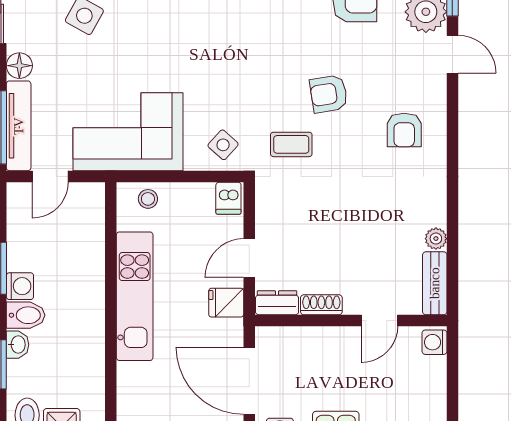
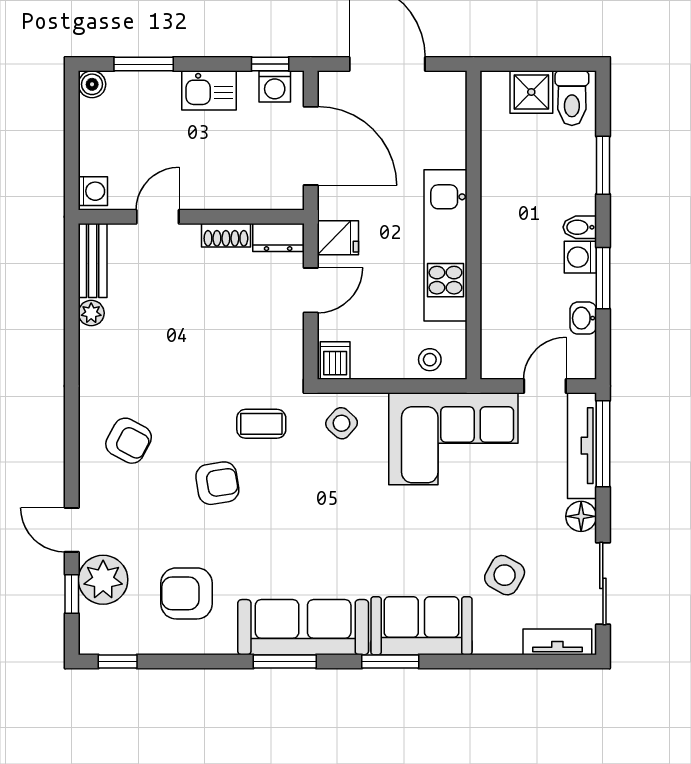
armchair: (404, 130) -> (129, 441), turned 118
bidet: (26, 315) -> (580, 227), width x0.72, depth x0.74
washbasin: (18, 345) -> (583, 318), moved

